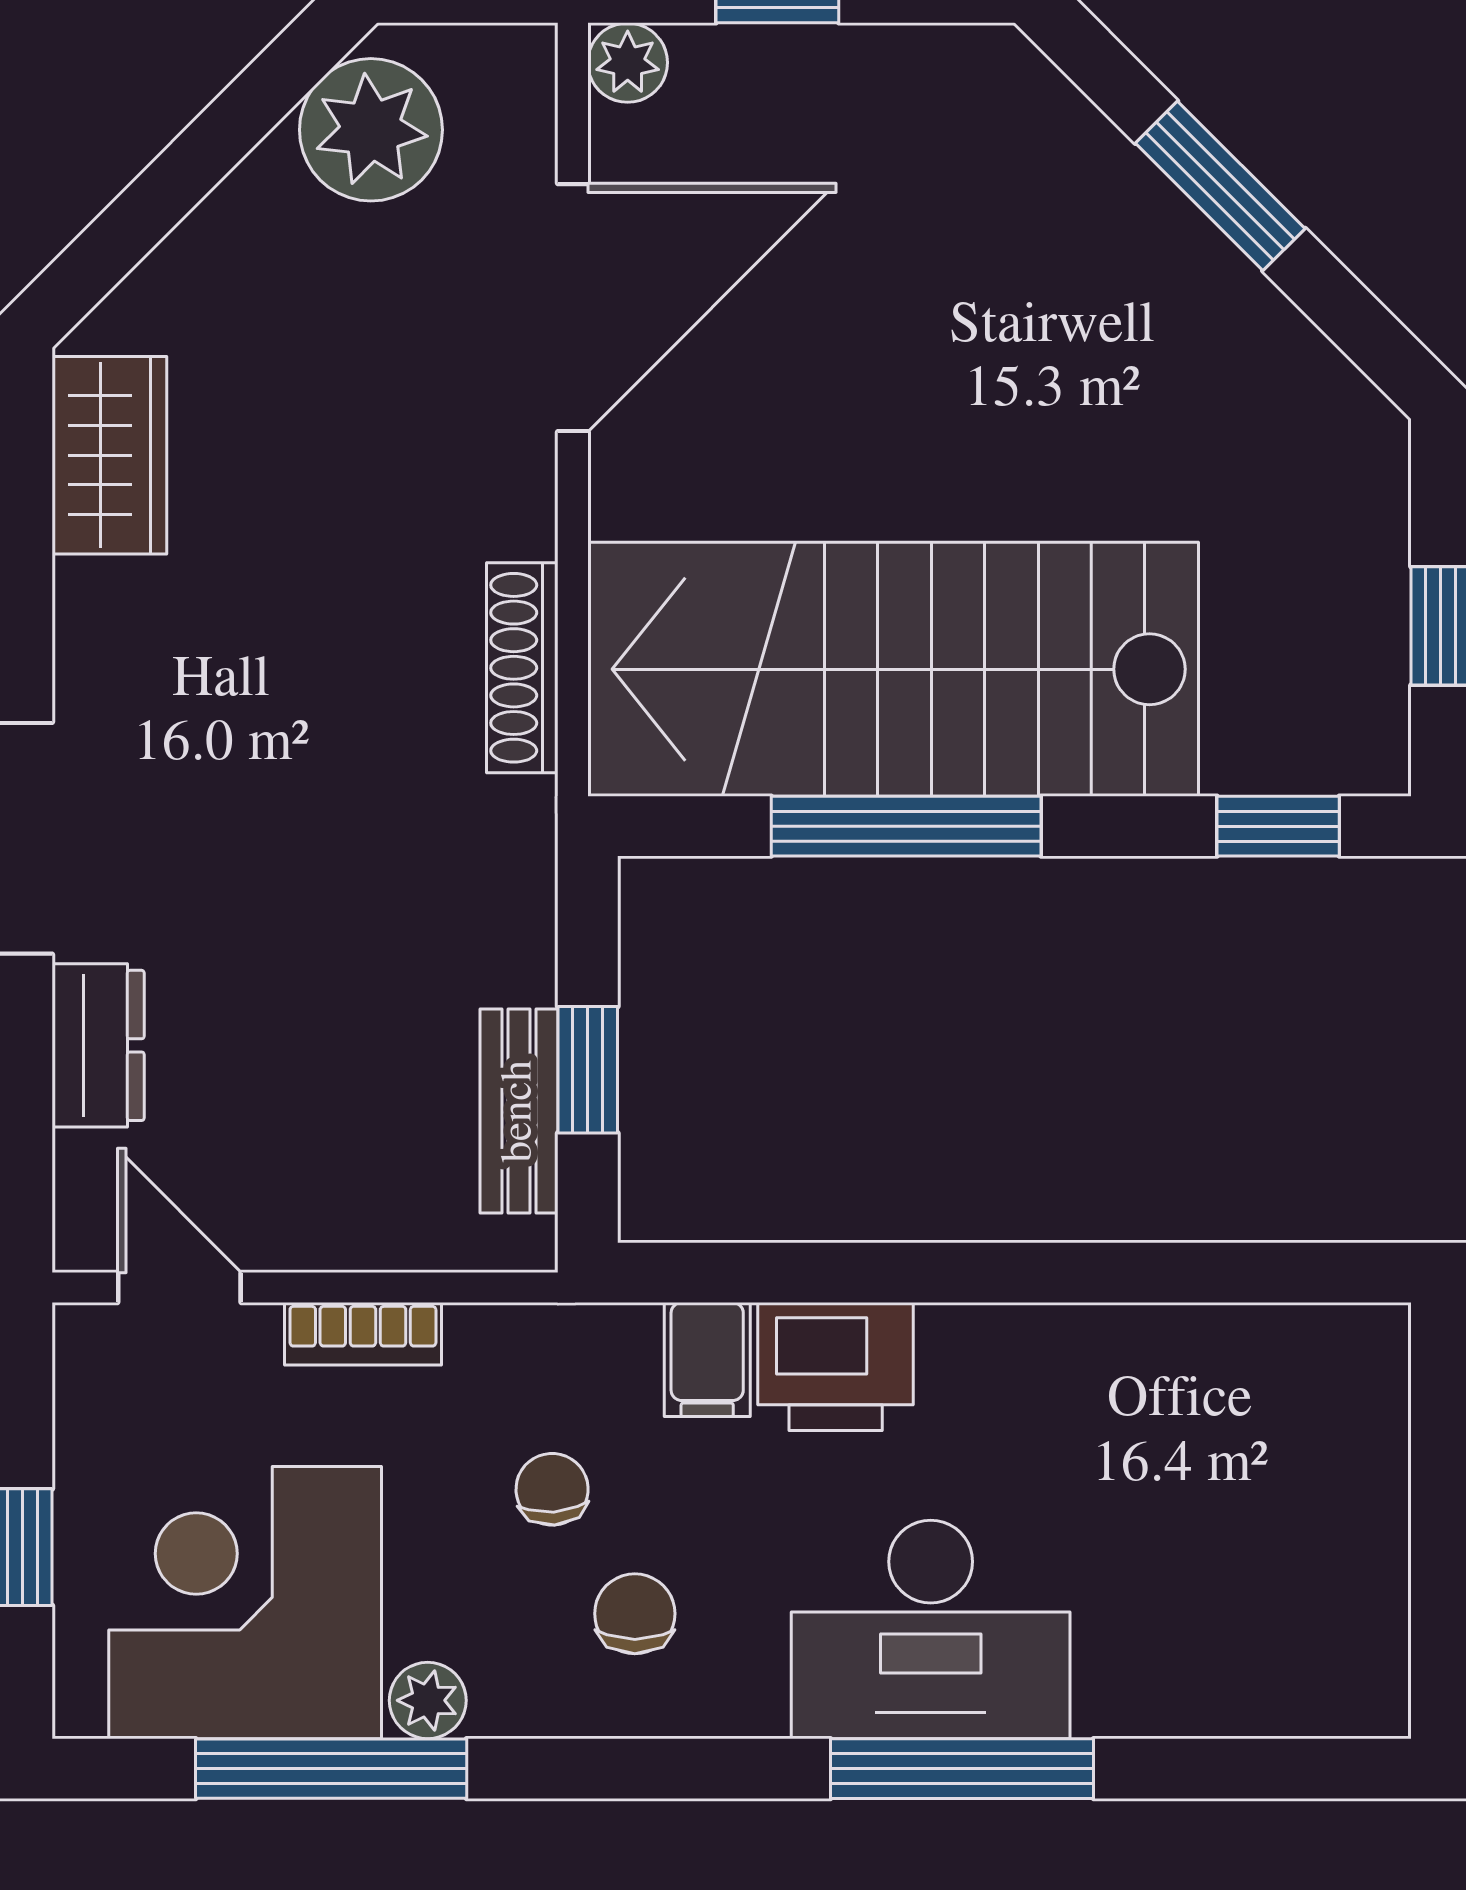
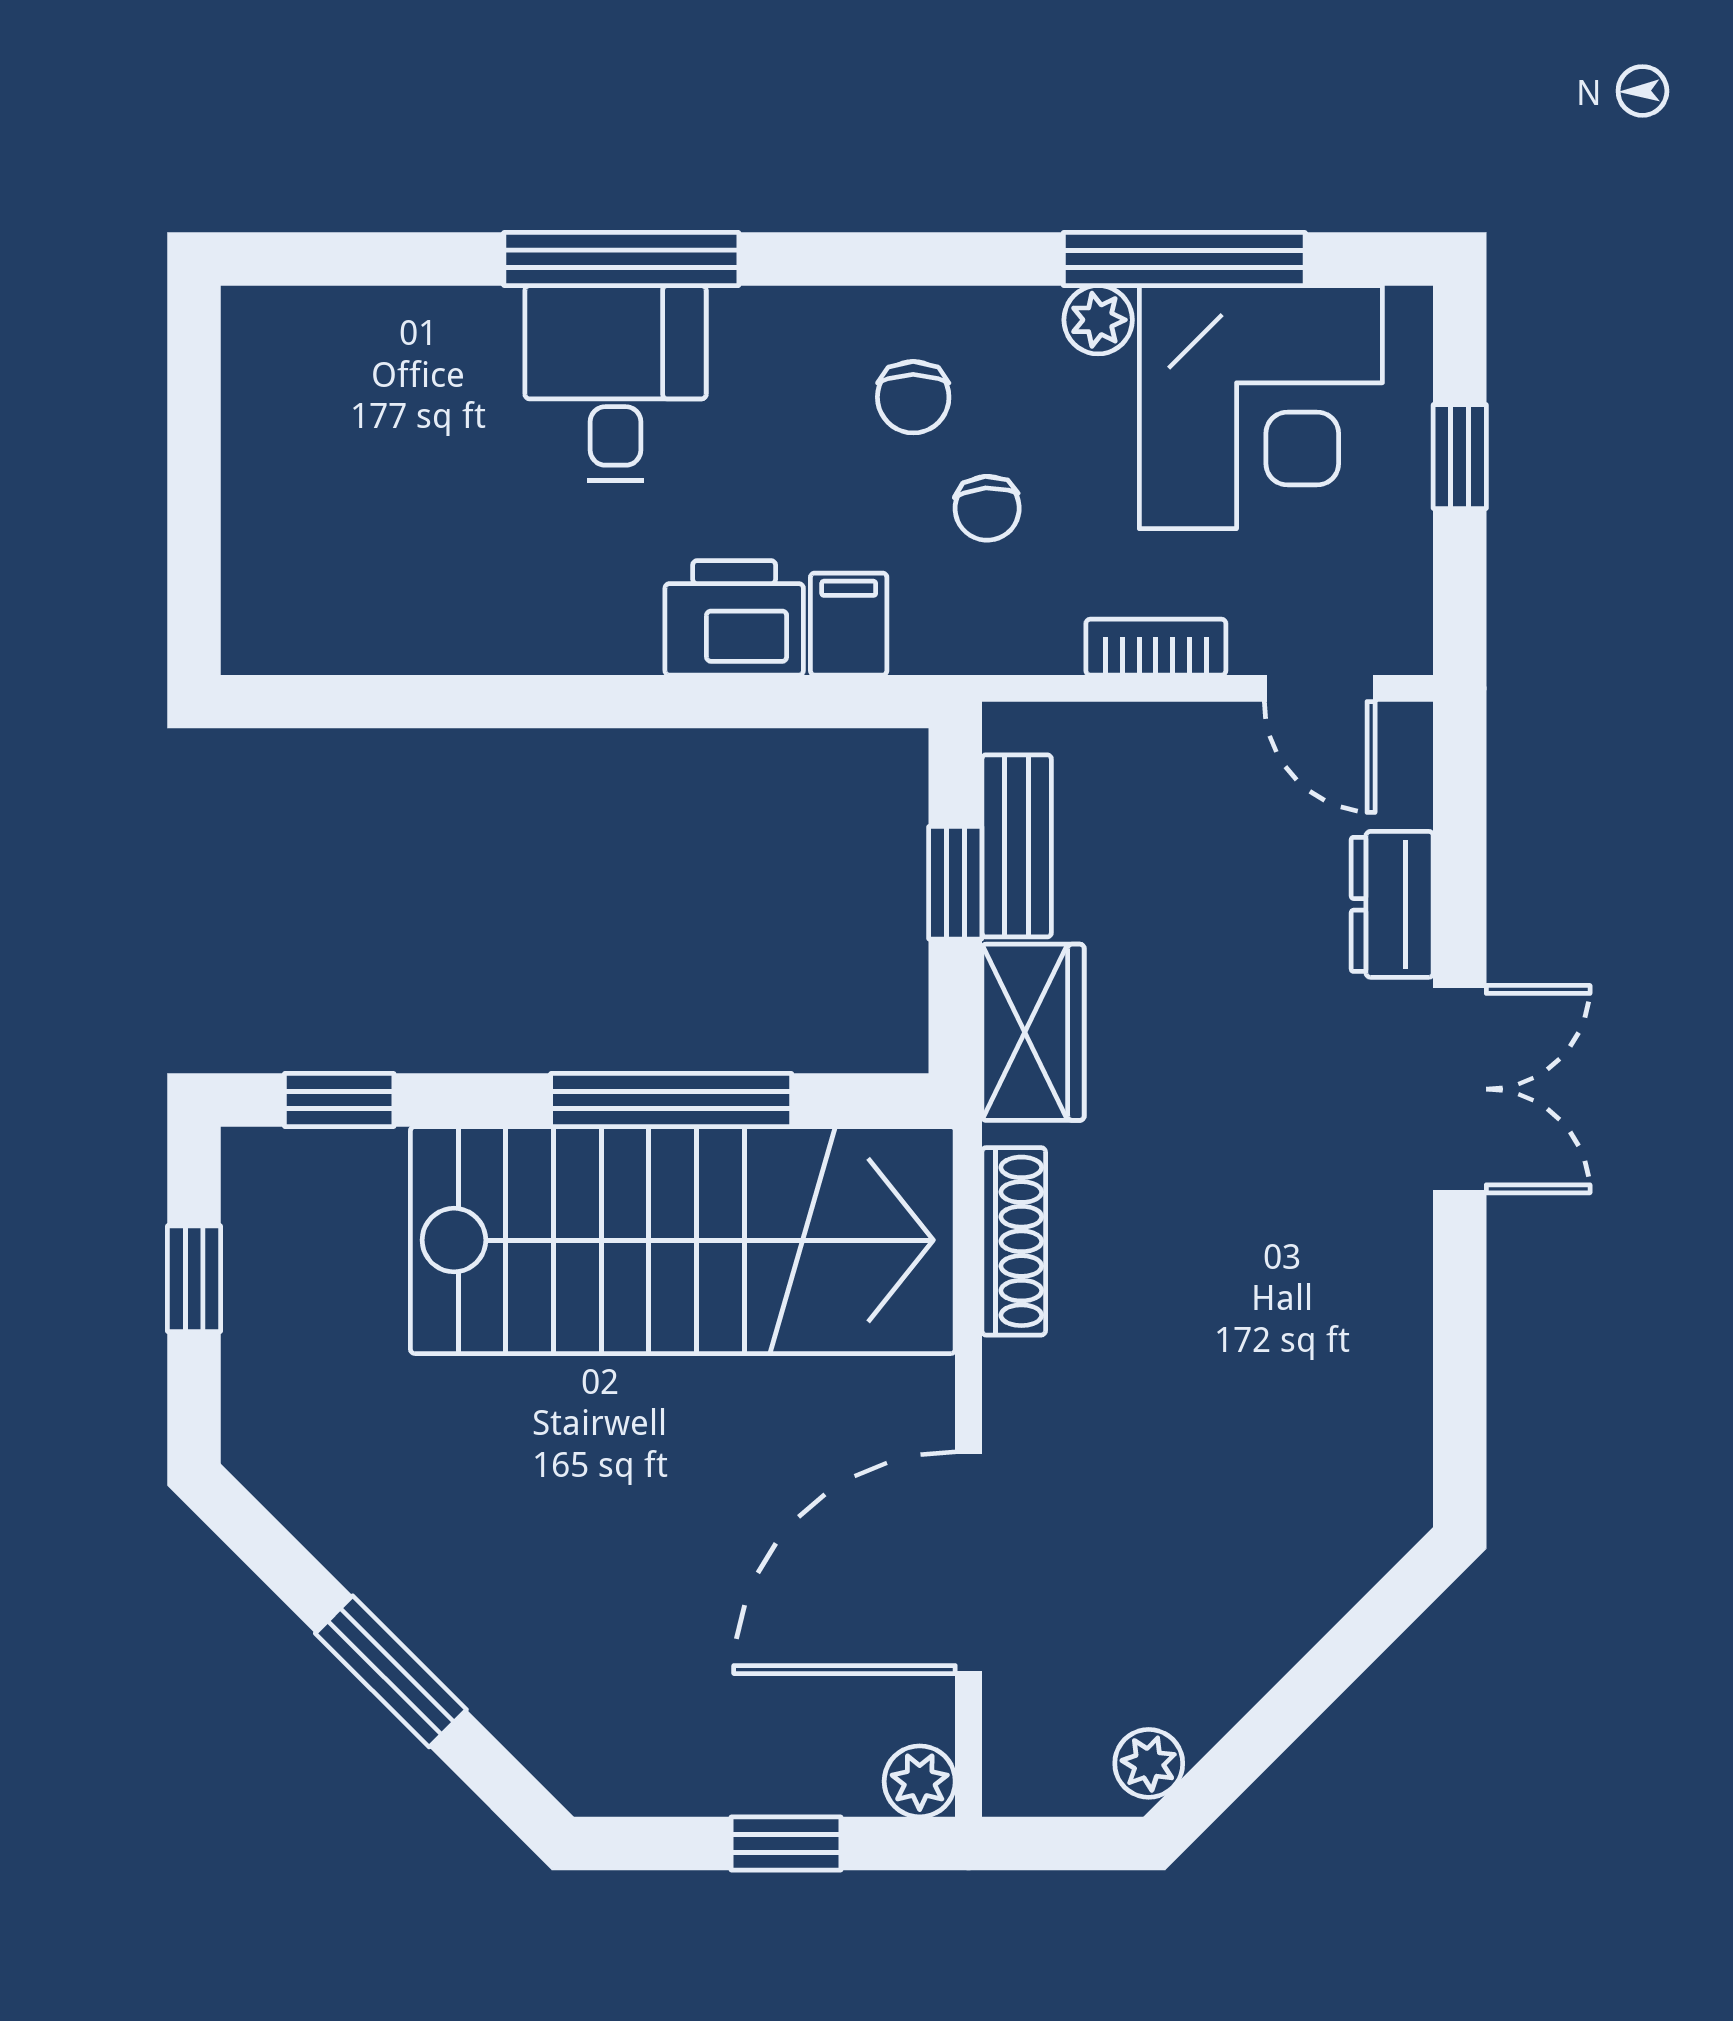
plant: (371, 130) -> (1149, 1763), width x0.53, depth x0.53
wardrobe: (109, 455) -> (1033, 1032), moved, turned 180
desk: (931, 1629) -> (616, 383), width x0.73

